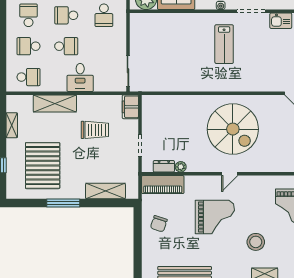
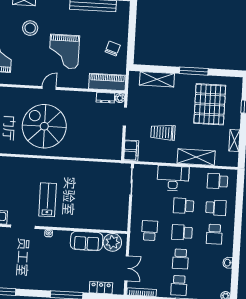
school desk: (66, 15) -> (182, 232), turned 180
desk: (80, 77) -> (173, 178), width x1.37
plant: (181, 167) -> (120, 98), moved
grand piano: (215, 217) -> (64, 52), turned -90

